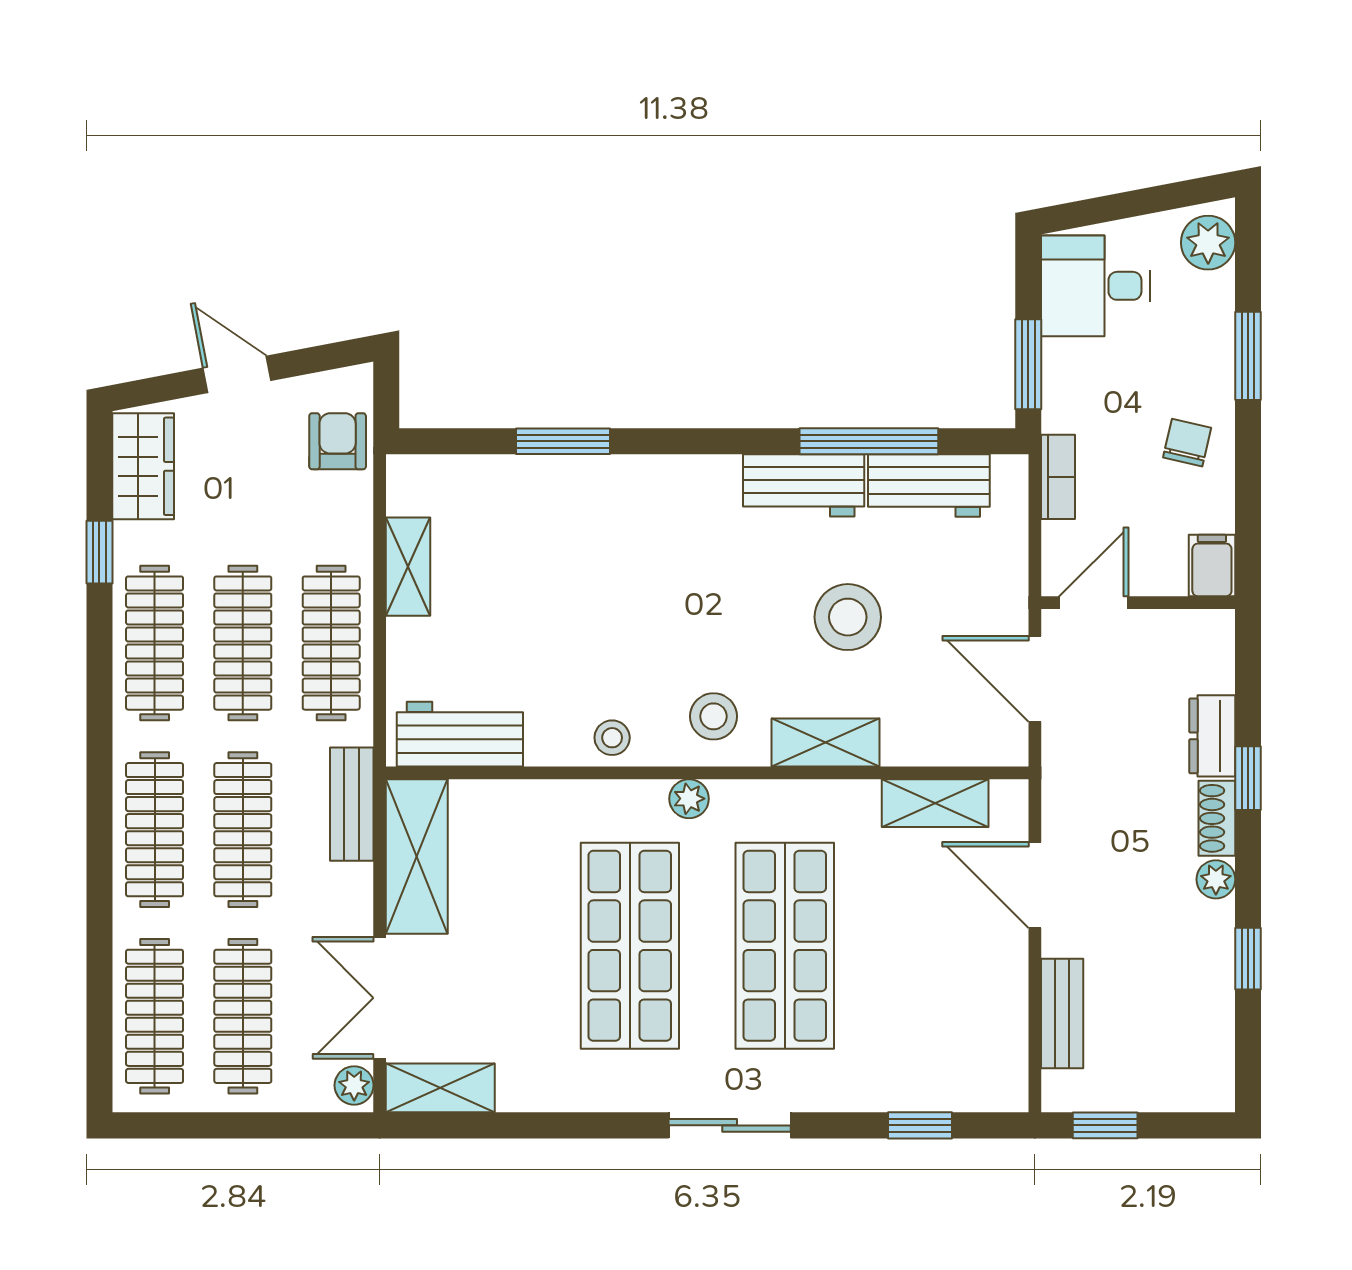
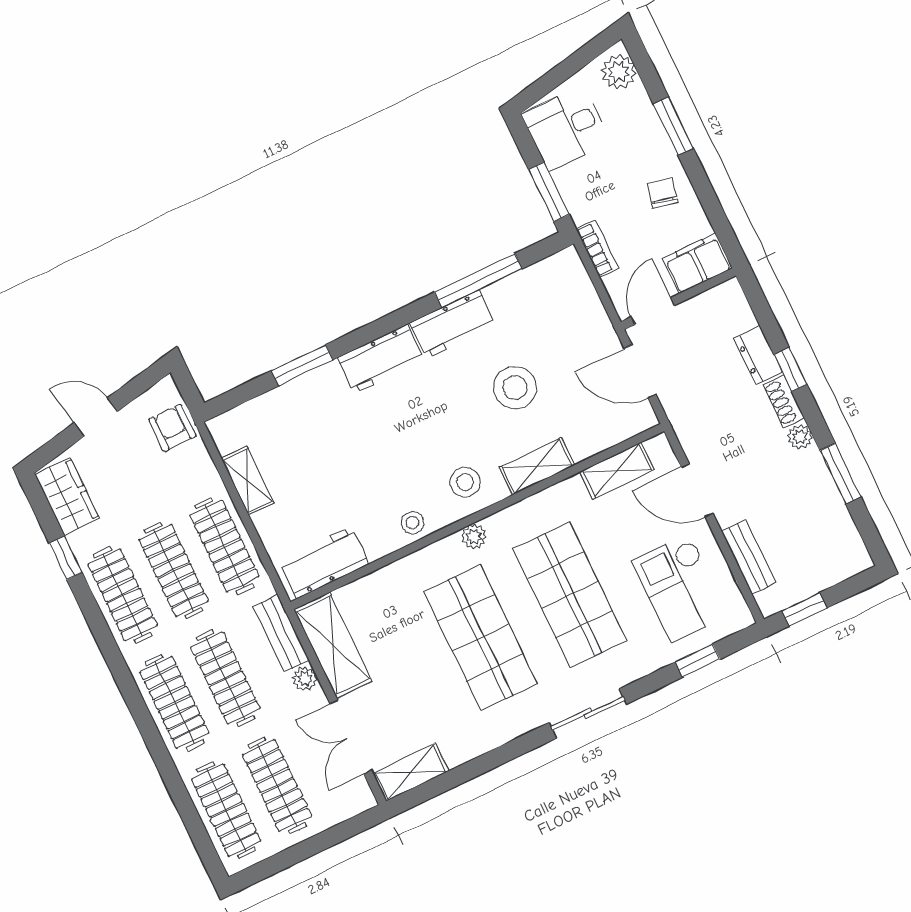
workbench: (929, 485) -> (381, 359), moved
filing cabinet: (1212, 566) -> (697, 263), width x2.00
window: (1248, 959) -> (840, 474), width x1.50
checkout: (945, 1011) -> (680, 588), added
plant: (354, 1085) -> (305, 679), moved

